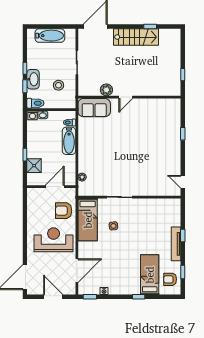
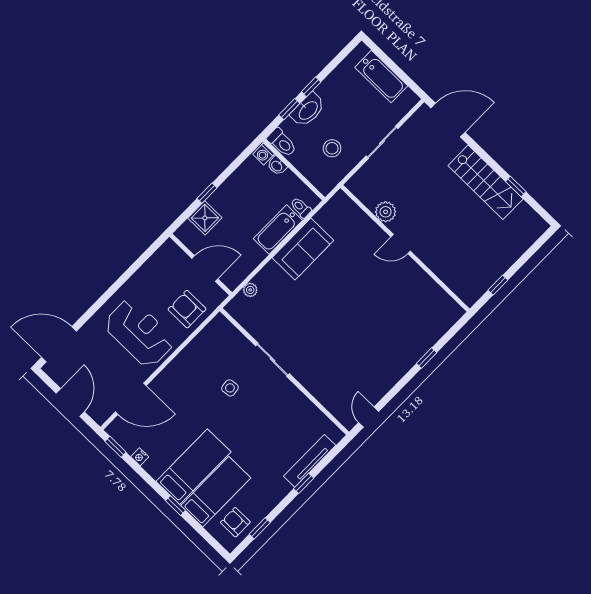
sofa: (94, 108) -> (303, 249), moved, turned -90
bed: (88, 220) -> (193, 467), moved, turned 180
tv unit: (176, 244) -> (310, 461), moved

